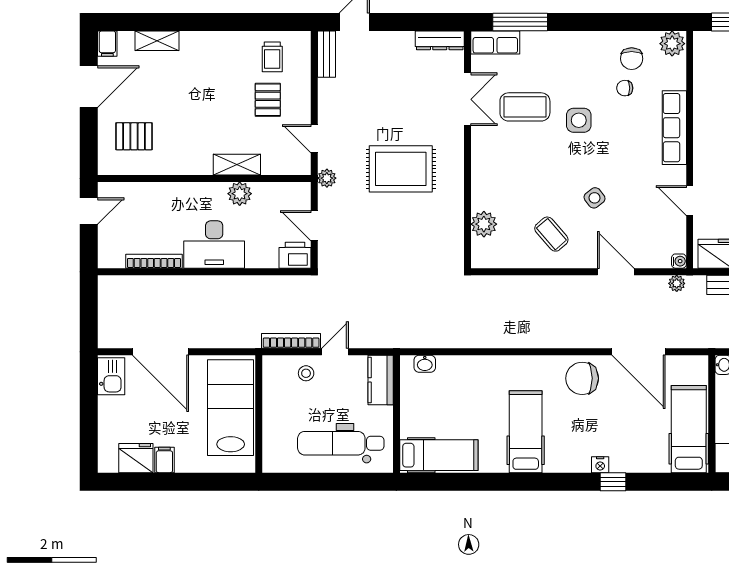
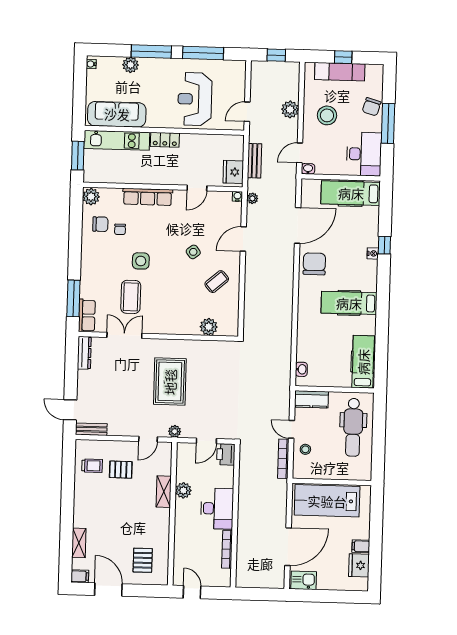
chair: (582, 378) -> (314, 264), turned 180

